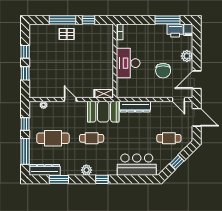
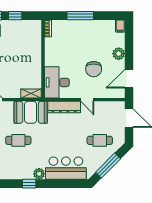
window: (168, 20) -> (80, 16), moved
printer: (175, 31) -> (106, 27), removed
desk: (128, 63) -> (57, 82), moved
door: (179, 100) -> (87, 100), moved
window: (177, 162) -> (108, 166), width x2.17
plant: (86, 170) -> (39, 174), moved

